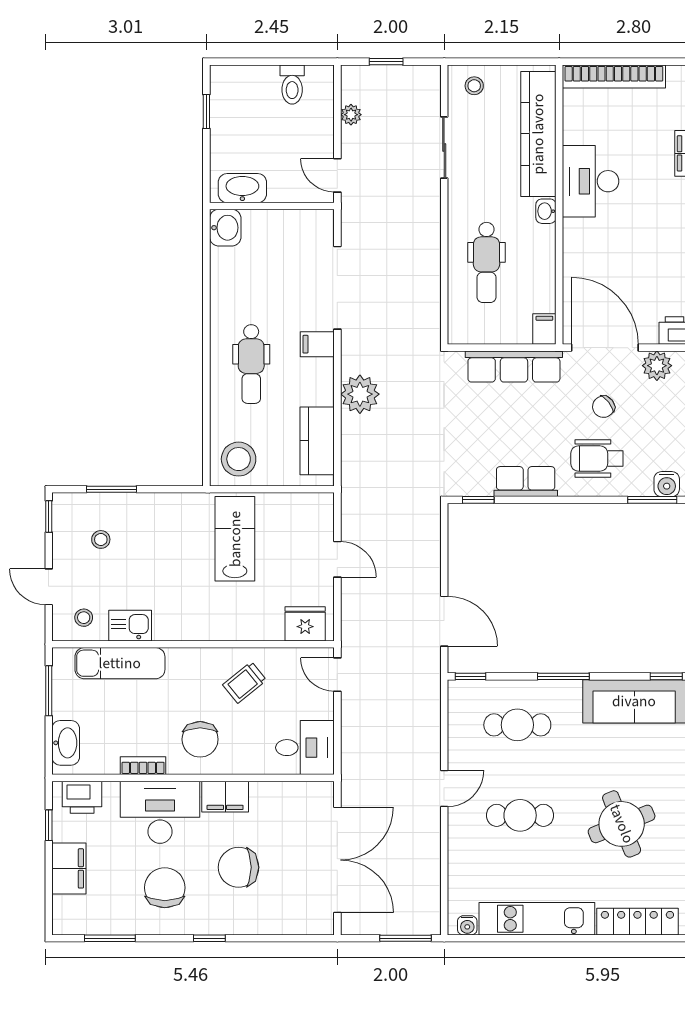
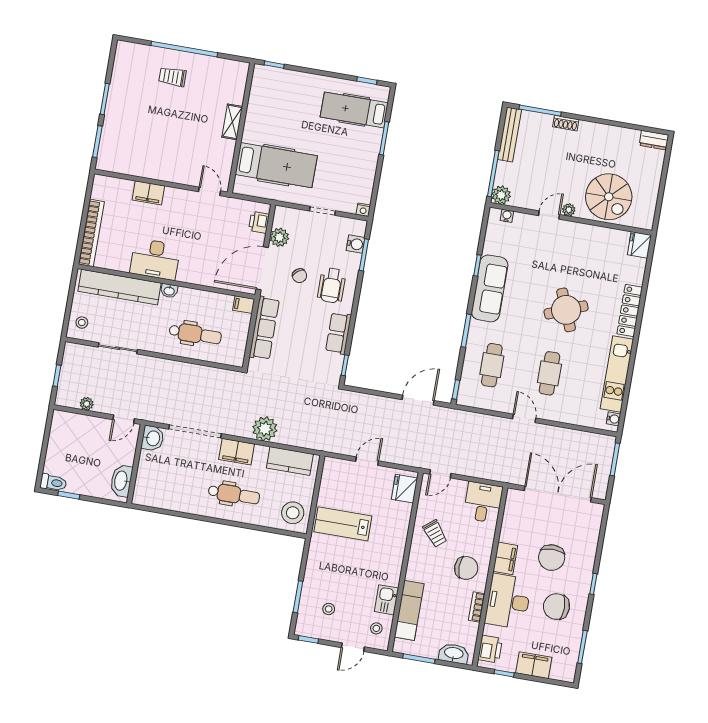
toilet: (292, 85) -> (53, 483), moved
washbasin: (225, 228) -> (153, 438), moved, turned 90
filing cabinet: (317, 344) -> (237, 452), width x2.00

